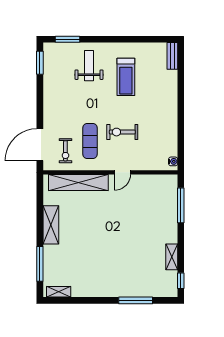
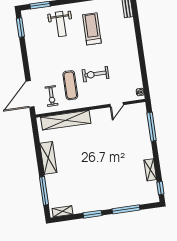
weight bench: (89, 66) -> (61, 24), turned 180
treadmill: (126, 77) -> (92, 29), turned 180
door: (122, 172) -> (117, 105), moved
window: (94, 300) -> (92, 214), added

